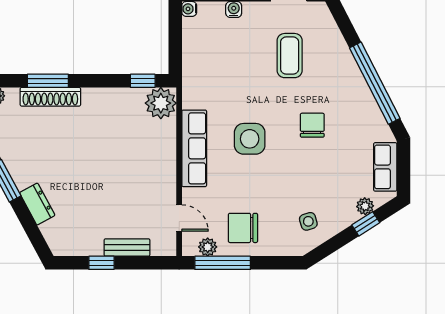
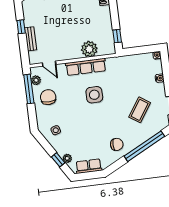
coffee table: (290, 56) -> (140, 110), turned -56
window: (375, 83) -> (144, 146), moved
plant: (161, 103) -> (89, 49), moved
chair: (312, 125) -> (117, 144), moved
door: (179, 218) -> (49, 64), hinge flipped

